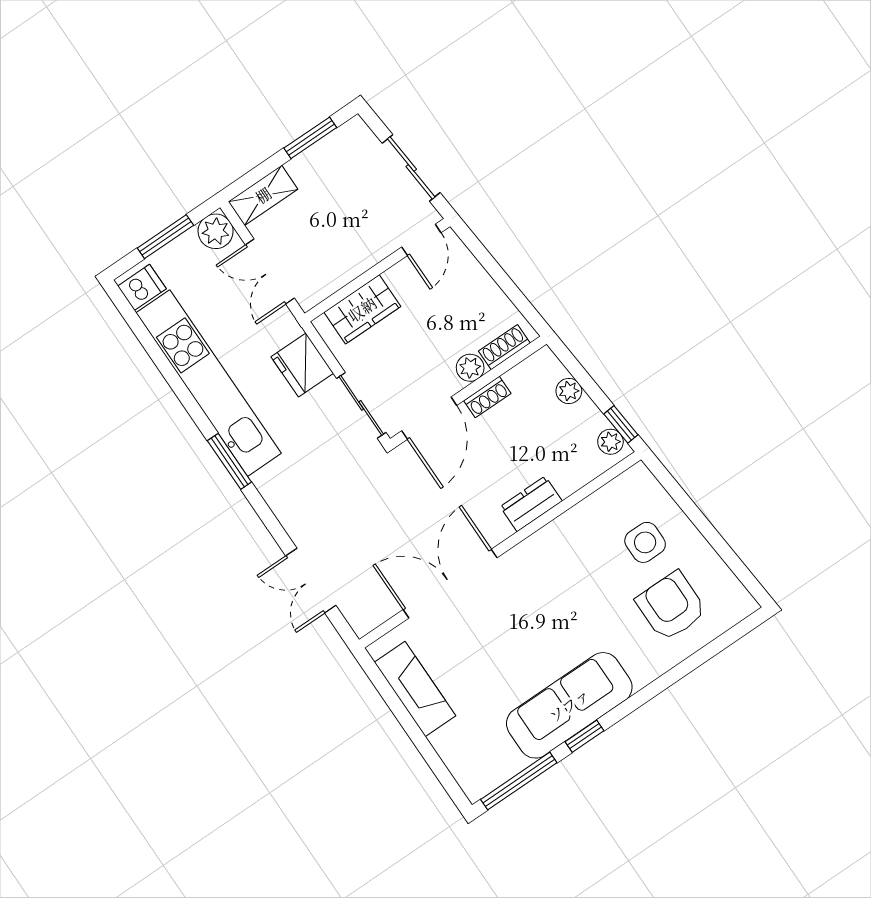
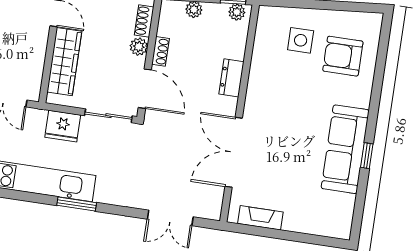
wardrobe: (362, 309) -> (64, 62), width x1.50
fireplace: (415, 689) -> (260, 218), width x0.73, depth x0.76
window: (519, 781) -> (359, 207), removed

